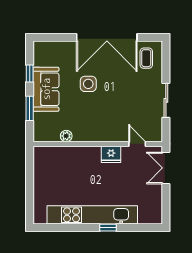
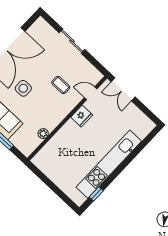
coffee table: (146, 58) -> (61, 85), moved
sliding door: (166, 100) -> (72, 41), moved
window: (108, 228) -> (96, 194), moved

